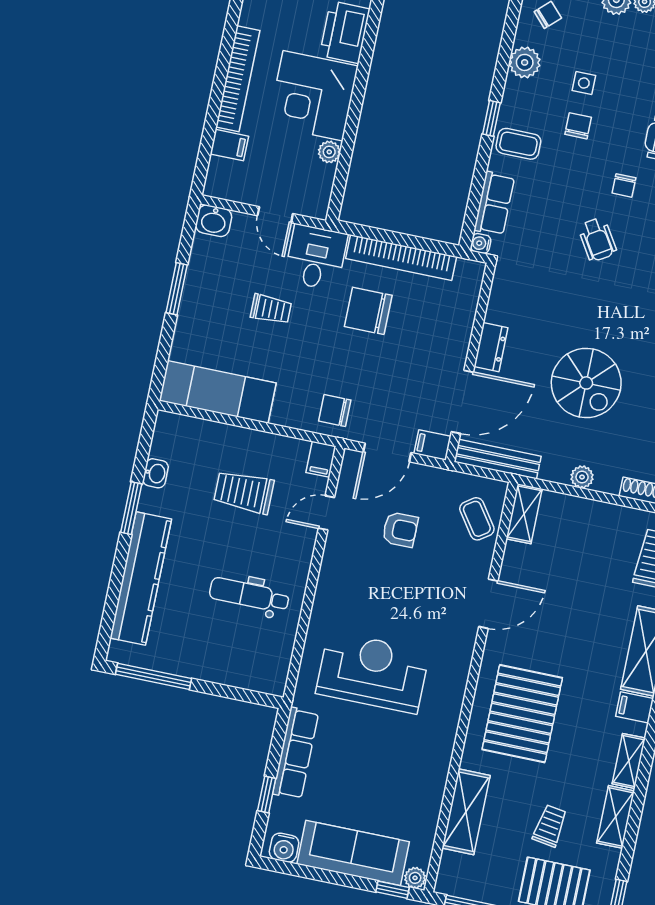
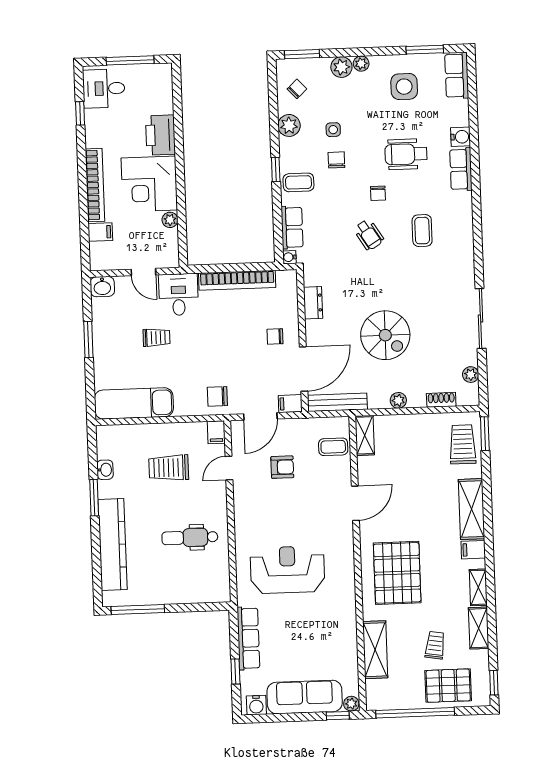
chair: (368, 311) -> (275, 336), moved, width x0.54, depth x0.54
dresser: (491, 347) -> (313, 303), moved
coffee table: (477, 519) -> (333, 447), turned -55

